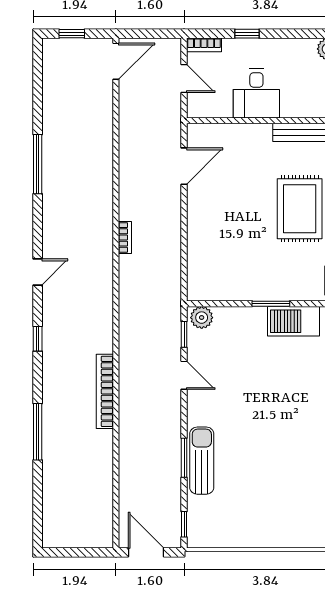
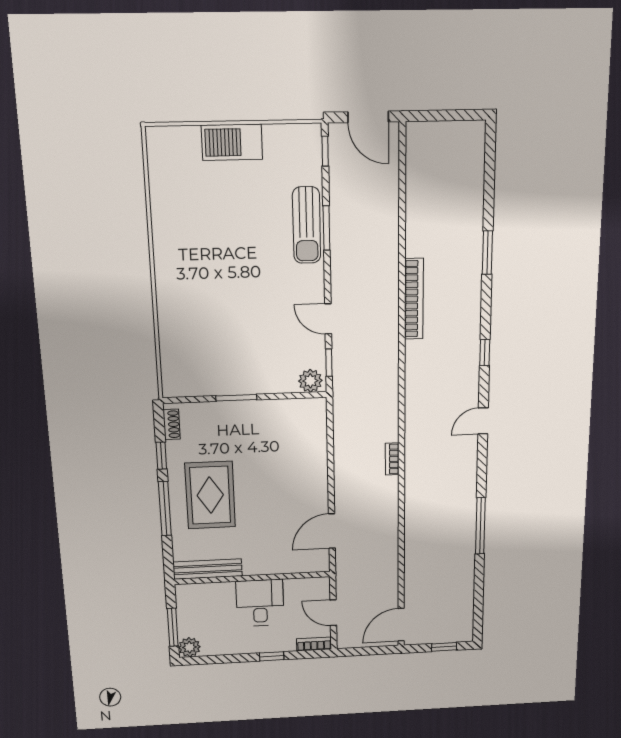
barbecue: (293, 321) -> (232, 142), moved, turned 180
window: (38, 432) -> (487, 253), width x0.69

